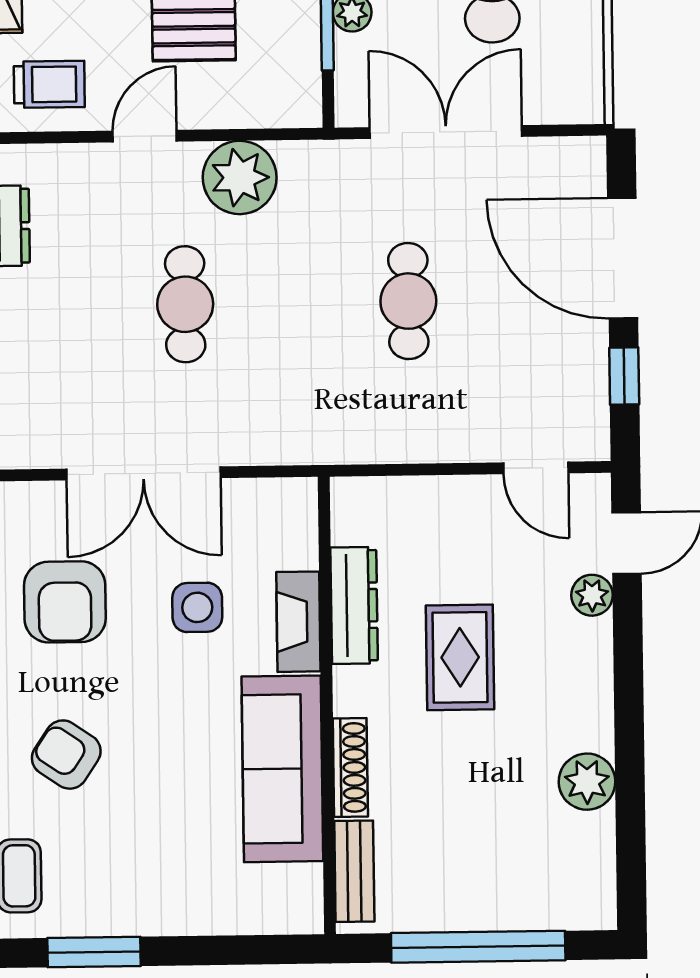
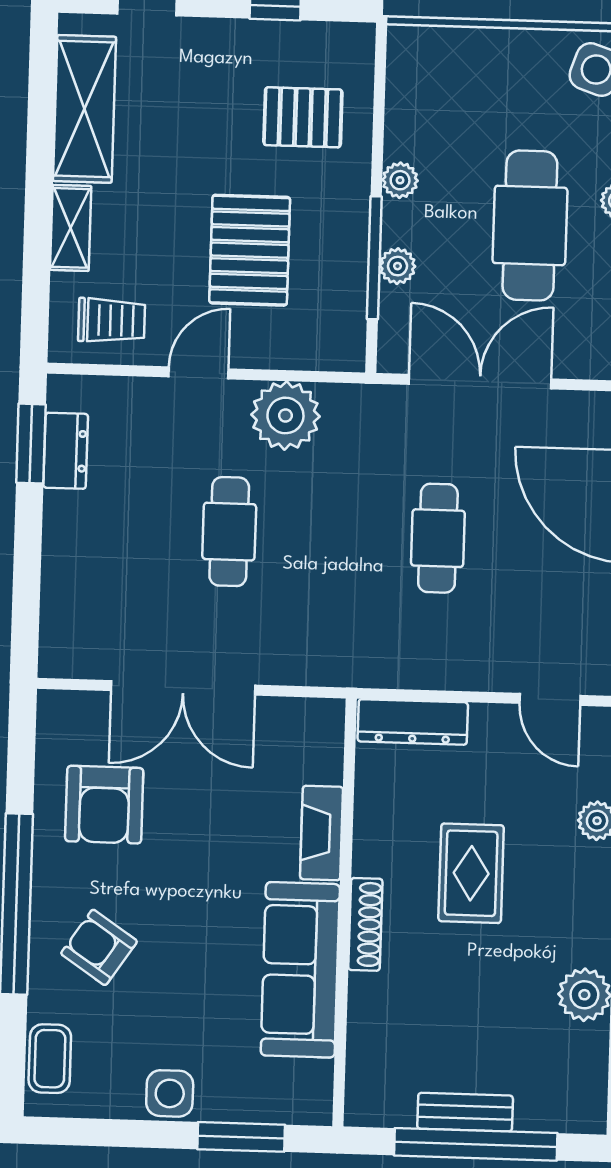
dresser: (354, 605) -> (413, 722), moved, turned 90
side table: (197, 607) -> (170, 1093), moved
shoe rack: (350, 767) -> (365, 924), moved
bench: (354, 871) -> (465, 1112), moved, turned 90
window: (94, 952) -> (241, 1137), moved

